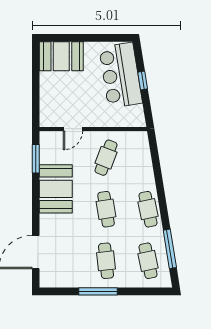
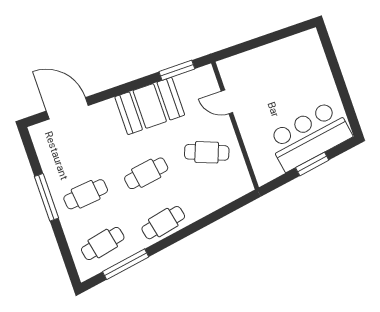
booth: (61, 56) -> (308, 59), removed
window: (143, 81) -> (312, 164), width x1.50

